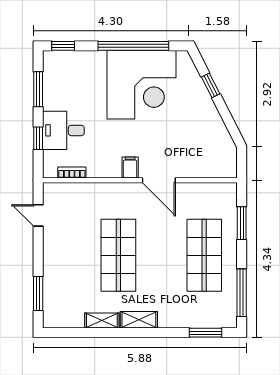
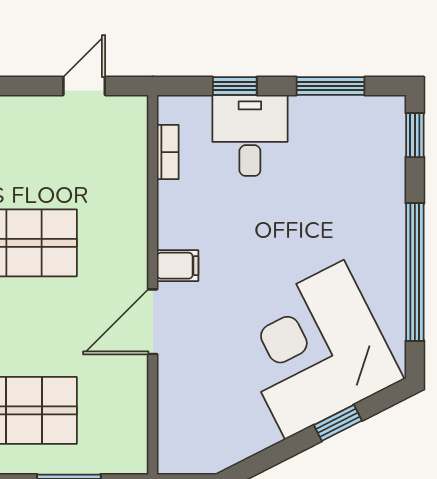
corner desk: (141, 85) -> (315, 350), moved, turned 63

